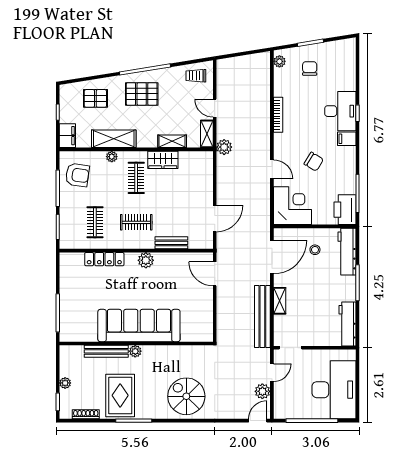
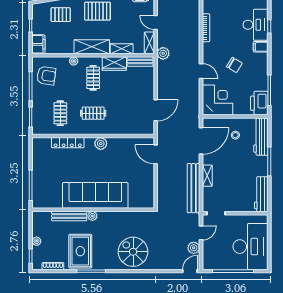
shelving: (114, 139) -> (92, 47), moved
bench: (171, 243) -> (140, 61), moved

